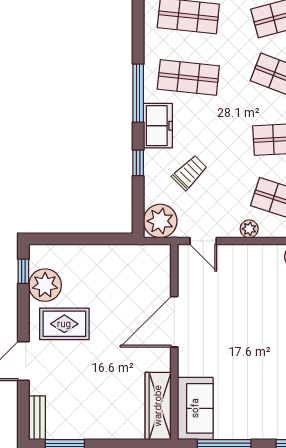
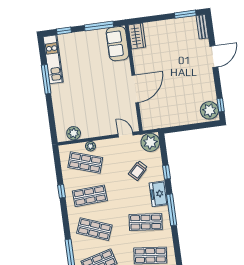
plant: (249, 229) -> (91, 146), moved
plant: (45, 285) -> (209, 110), moved
rug: (64, 324) -> (195, 80), removed
wardrobe: (158, 406) -> (137, 36), width x0.67

